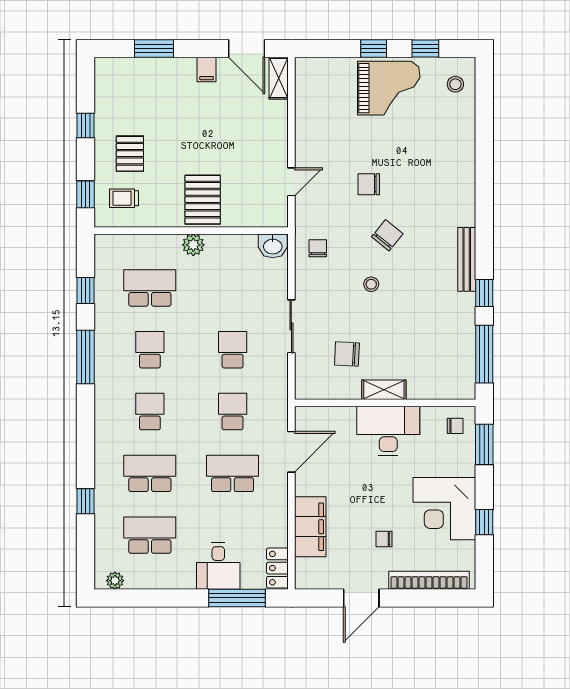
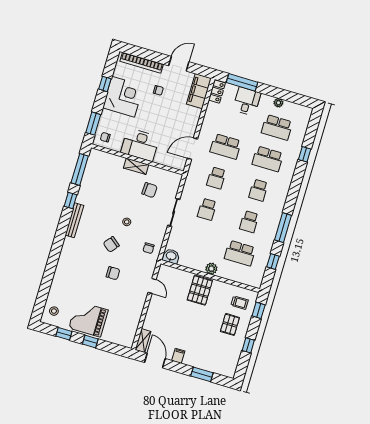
door: (291, 182) -> (152, 286), swing flipped
filing cabinet: (310, 527) -> (199, 91), moved
plant: (115, 581) -> (278, 103), moved

